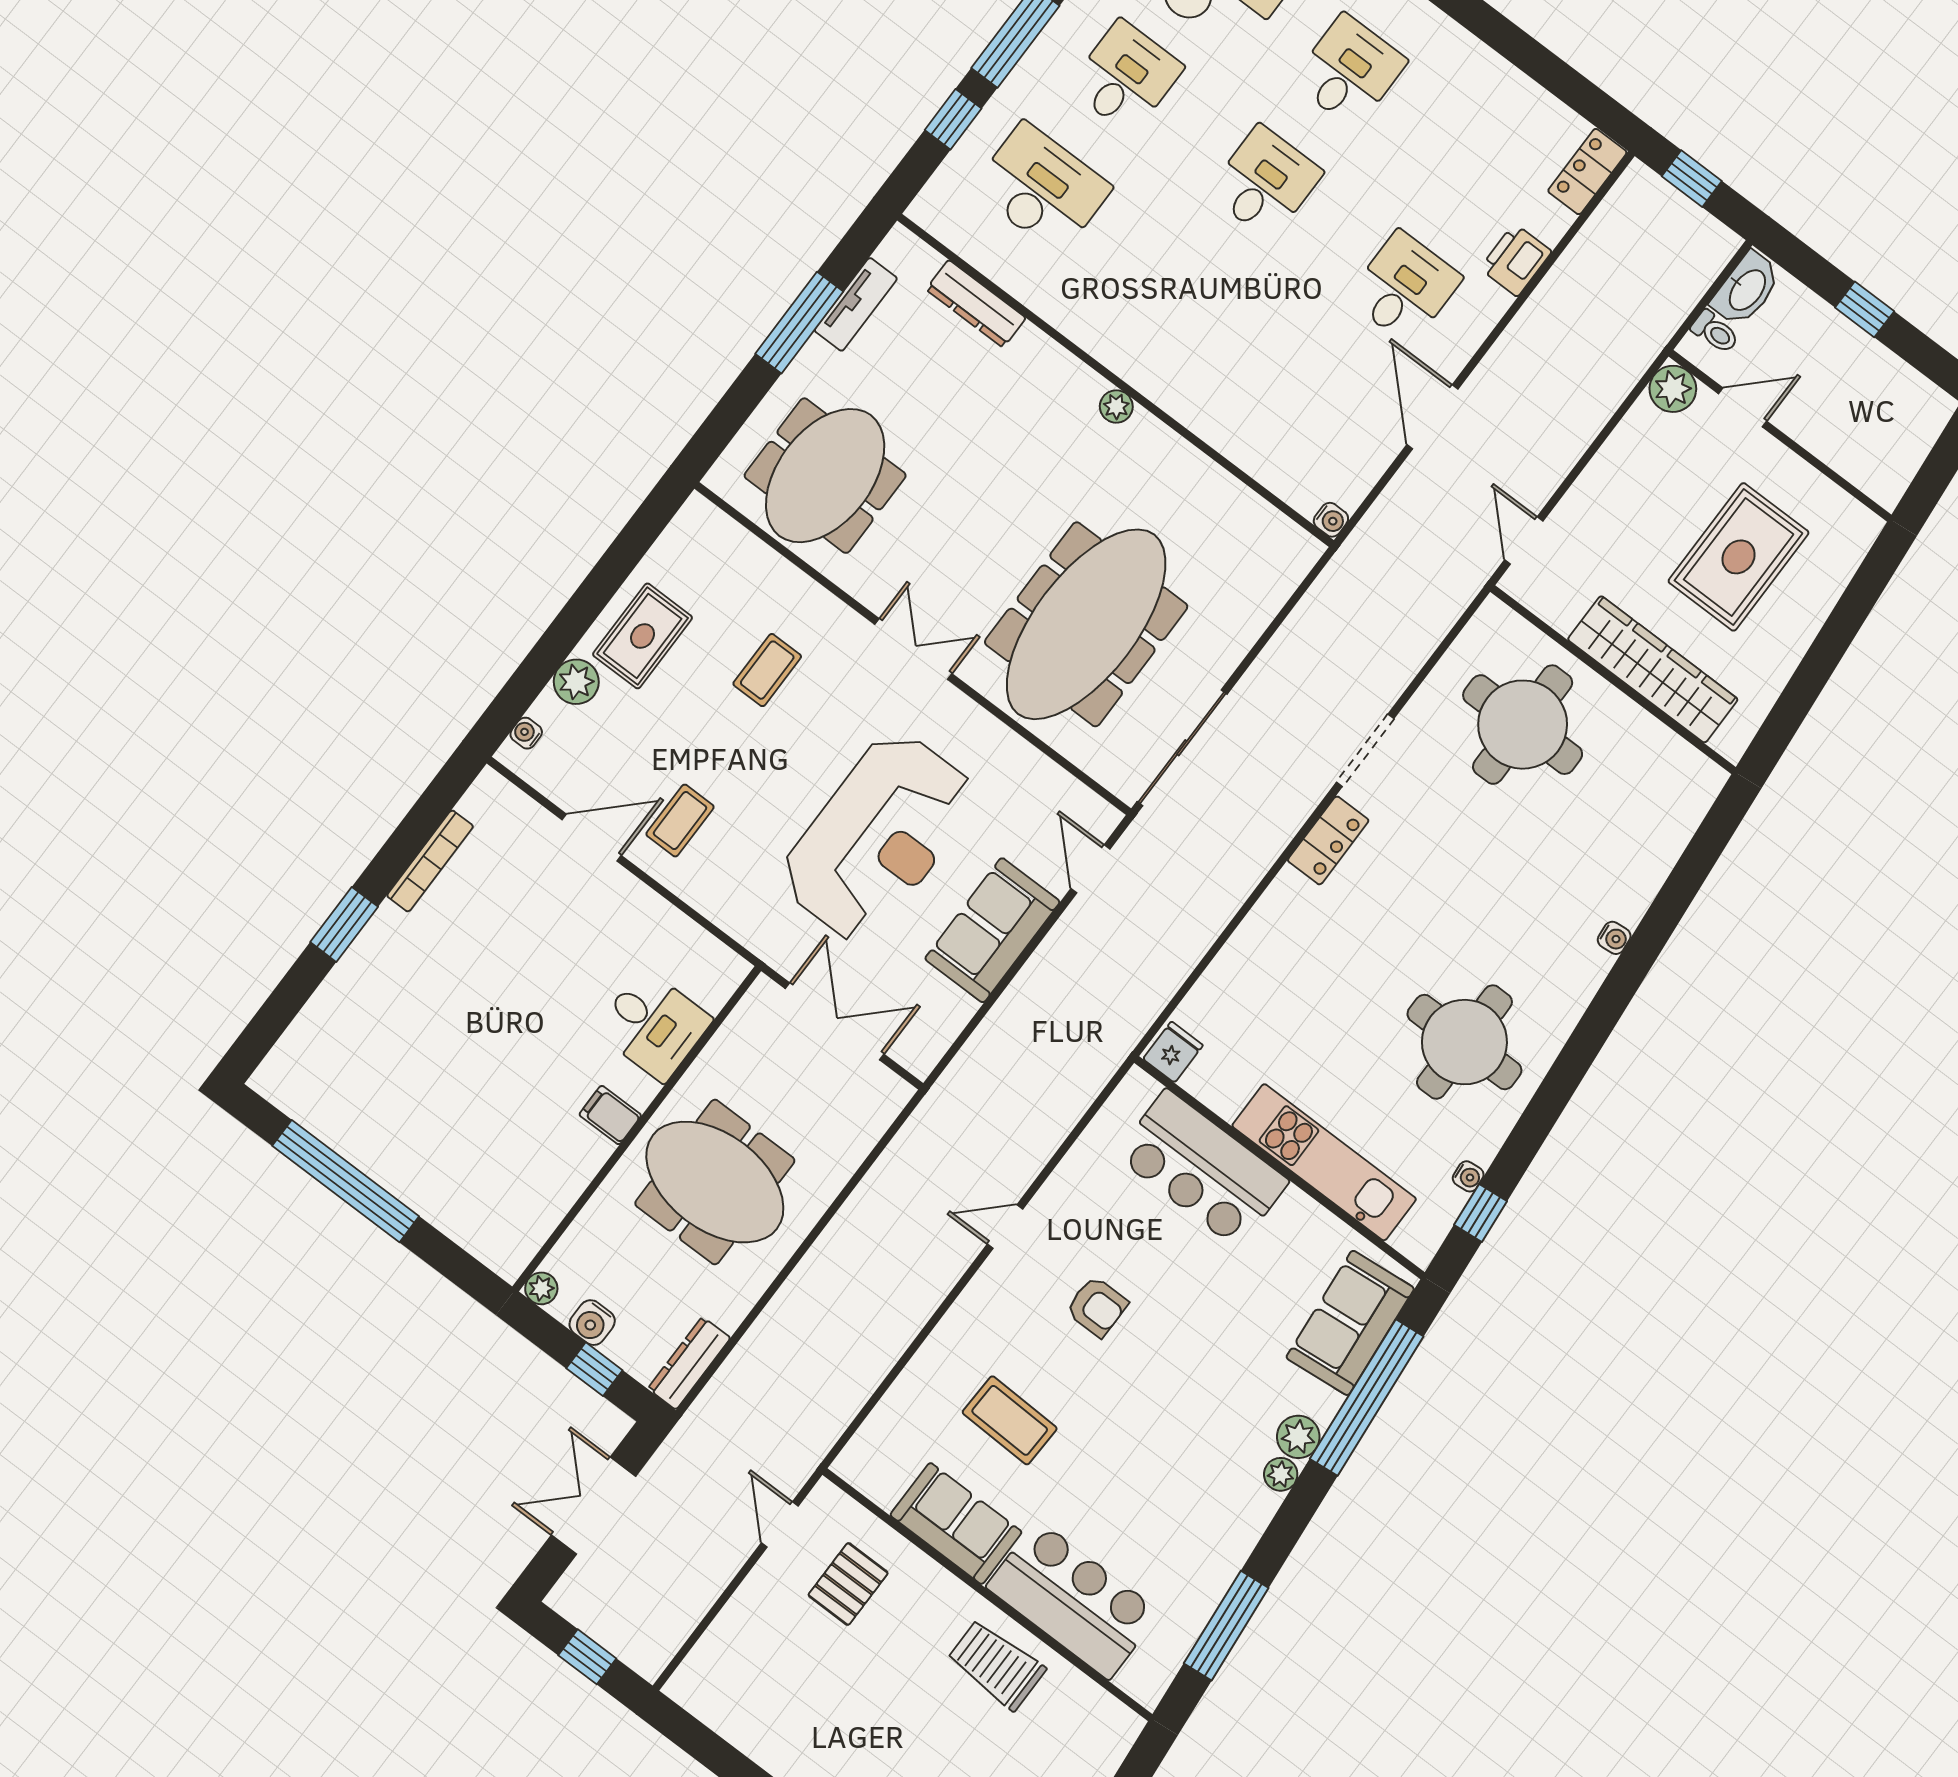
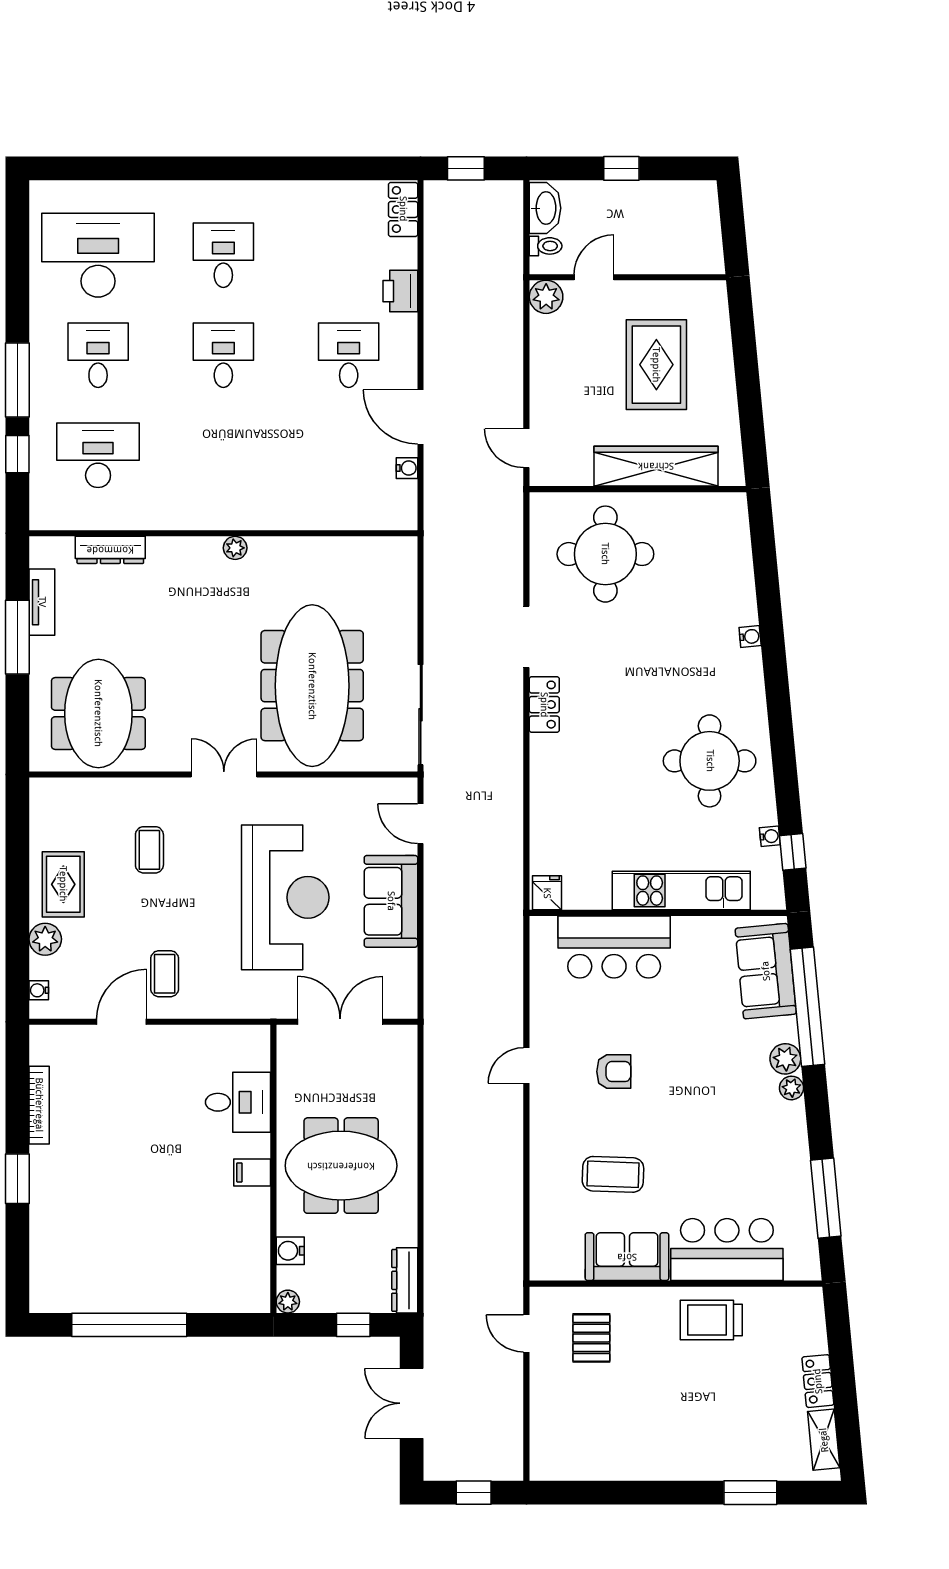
water cooler: (1331, 520) -> (407, 468), moved
water cooler: (592, 1323) -> (290, 1251), moved, turned 90

